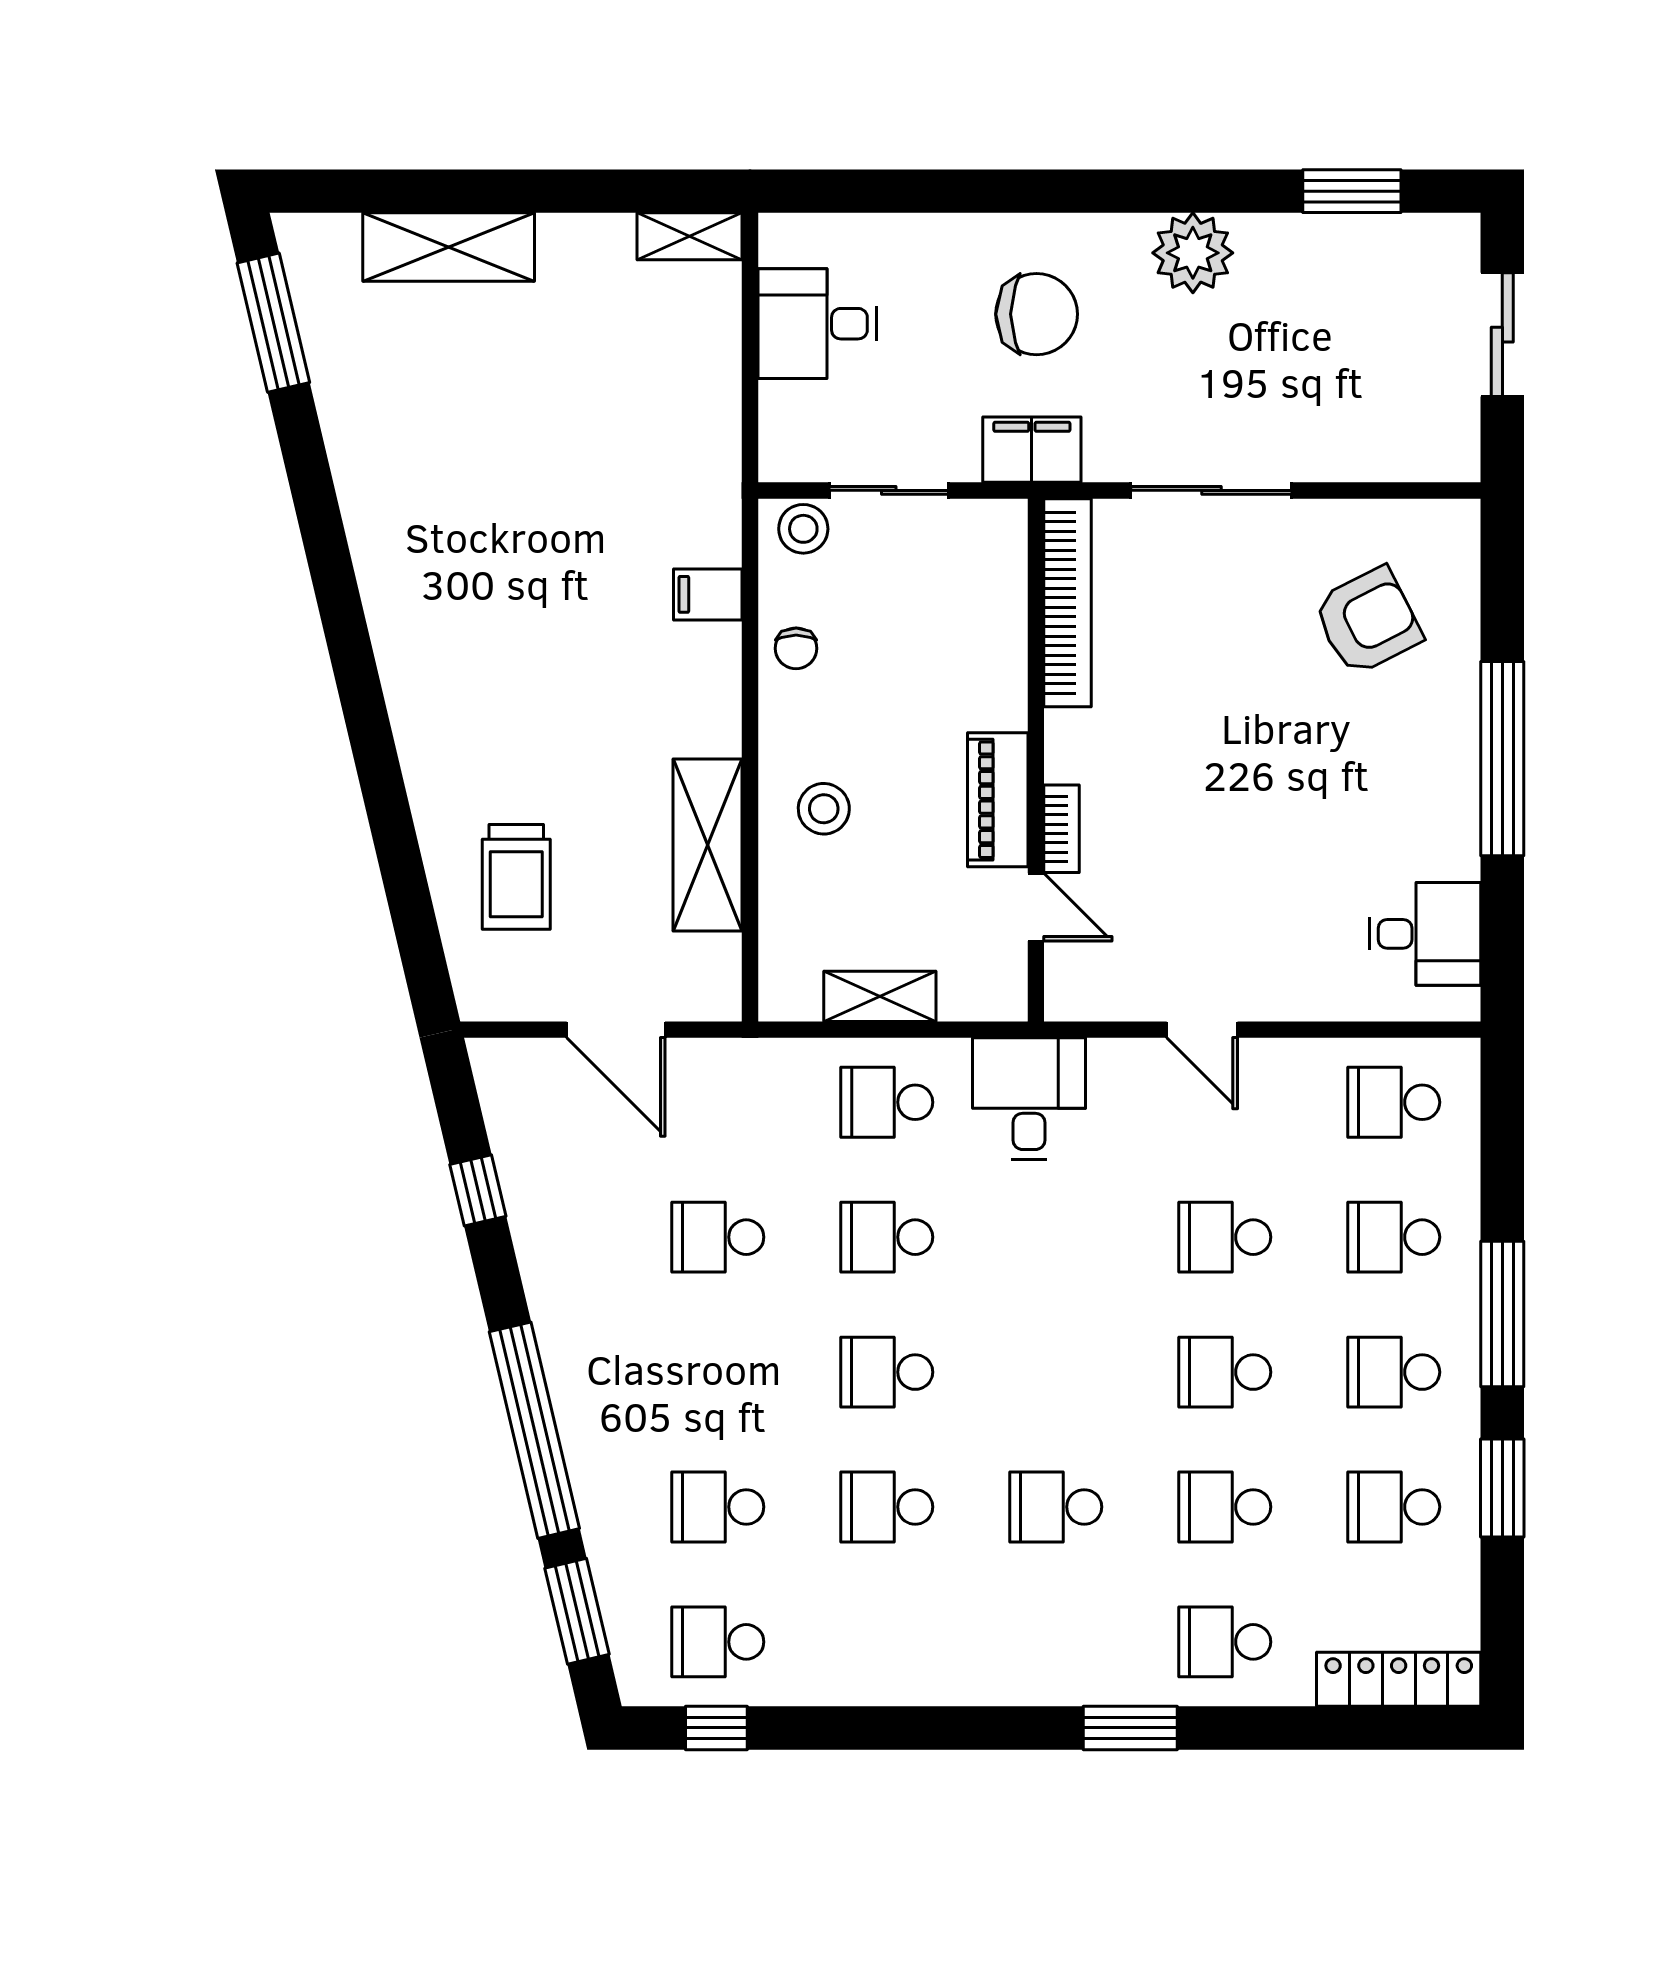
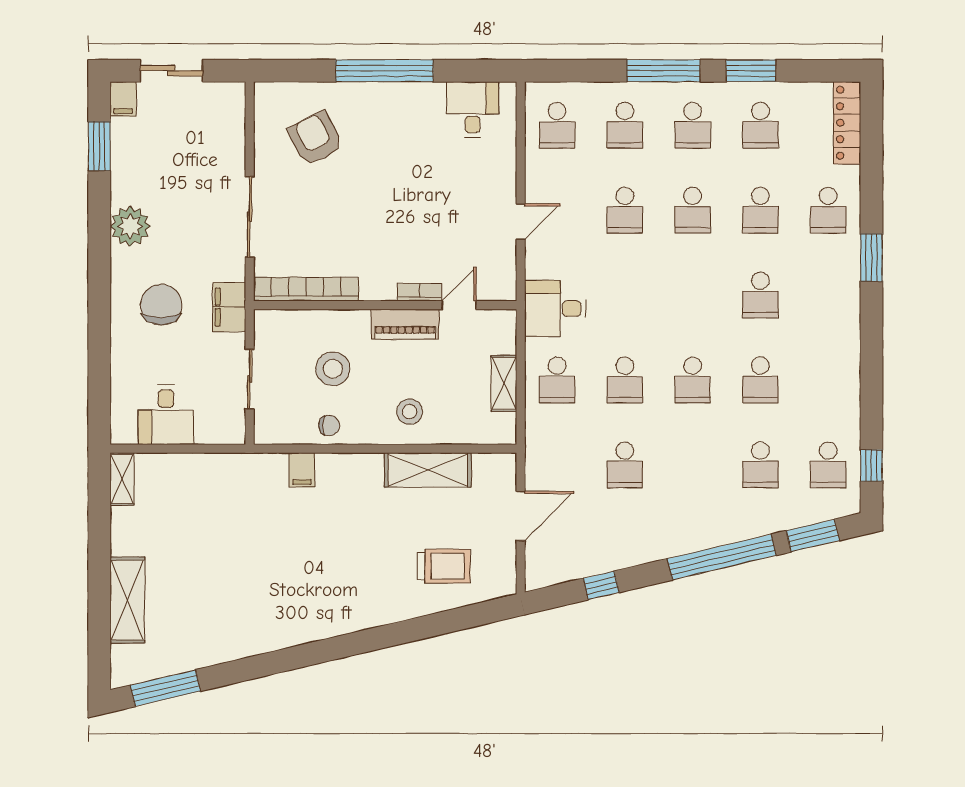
filing cabinet: (1446, 239) -> (123, 99), added
stool: (803, 529) -> (333, 369), moved, width x1.38, depth x1.38

